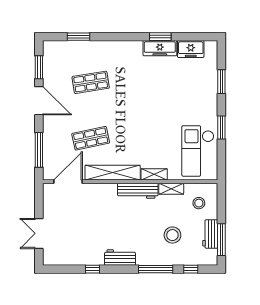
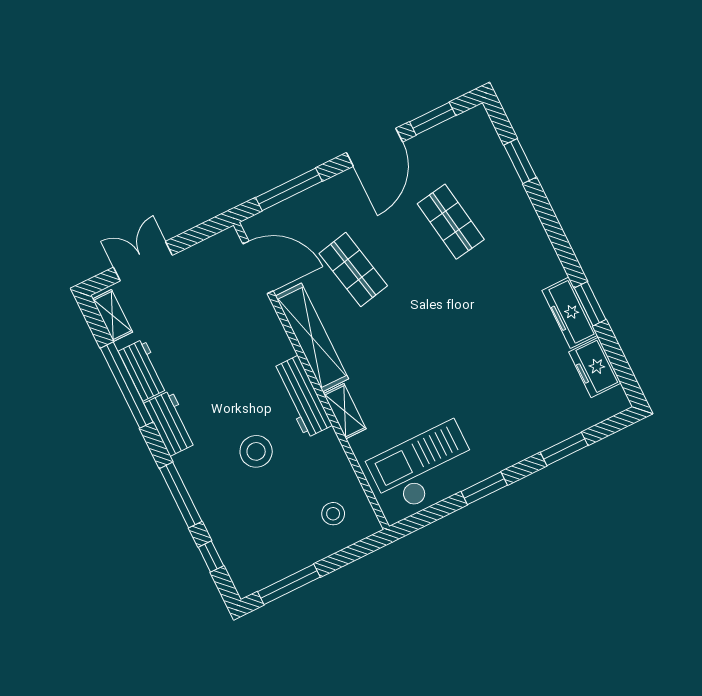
shelving: (171, 189) -> (112, 315), moved
workbench: (210, 234) -> (143, 370), moved, turned 90
stool: (172, 235) -> (256, 451), moved
window: (92, 269) -> (127, 385), width x3.17

